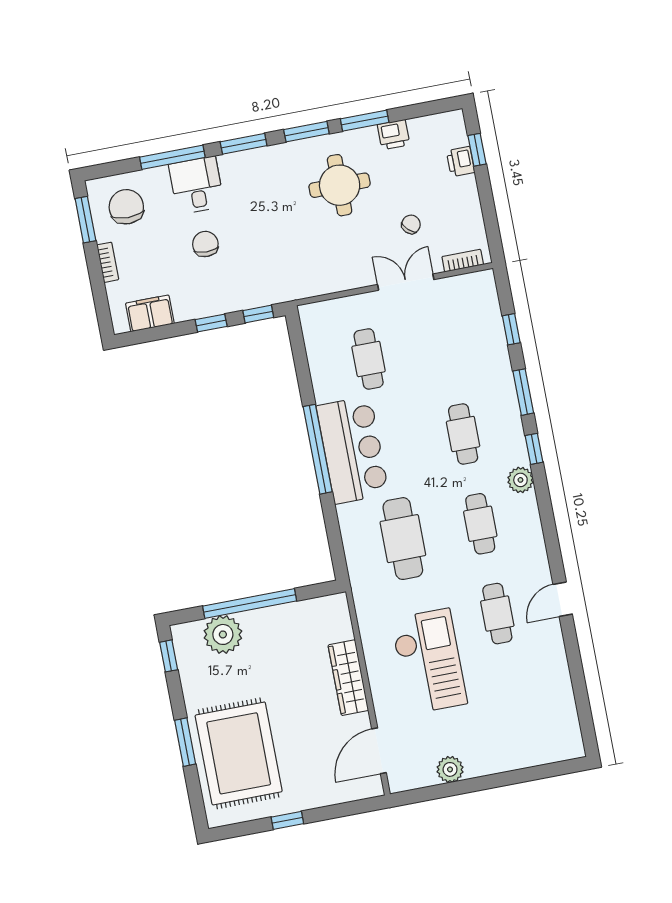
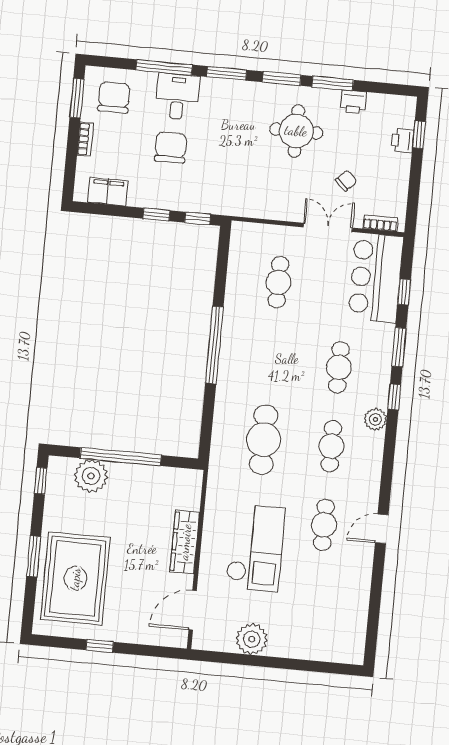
chair: (205, 244) -> (171, 147), width x1.37, depth x1.37
bar counter: (353, 450) -> (376, 278), moved, turned 180
plant: (450, 769) -> (252, 639), width x1.36, depth x1.36

